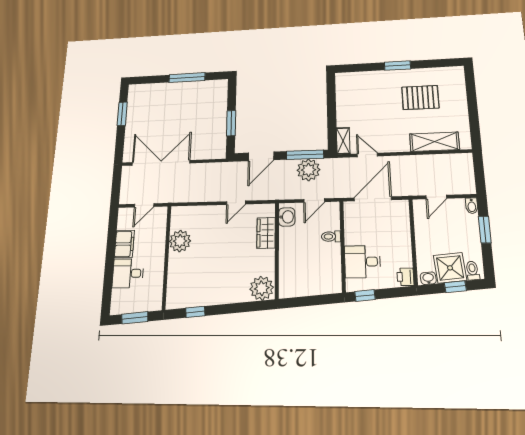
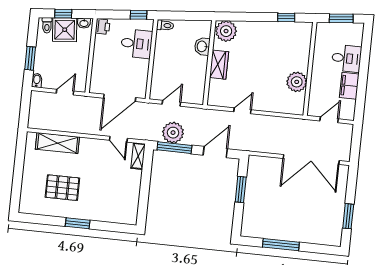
washbasin: (287, 217) -> (202, 46), moved
wardrobe: (266, 233) -> (219, 65), moved
toilet: (331, 236) -> (165, 25), moved

